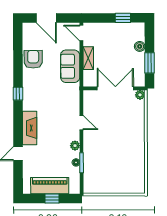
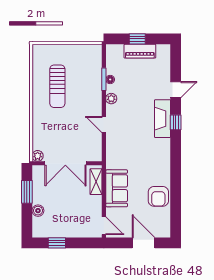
shelving: (88, 58) -> (96, 182), moved
window: (18, 94) -> (176, 122), moved
sun lounger: (123, 156) -> (57, 86), added
piano: (50, 186) -> (140, 51), width x0.73, depth x0.75

